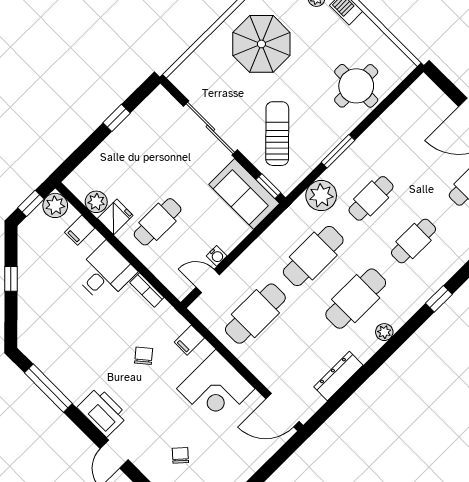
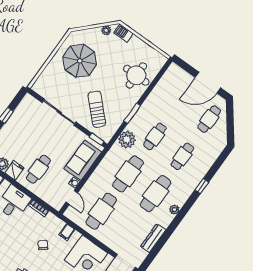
sofa: (244, 194) -> (83, 160), moved, turned 90
door: (208, 281) -> (72, 197), swing flipped

